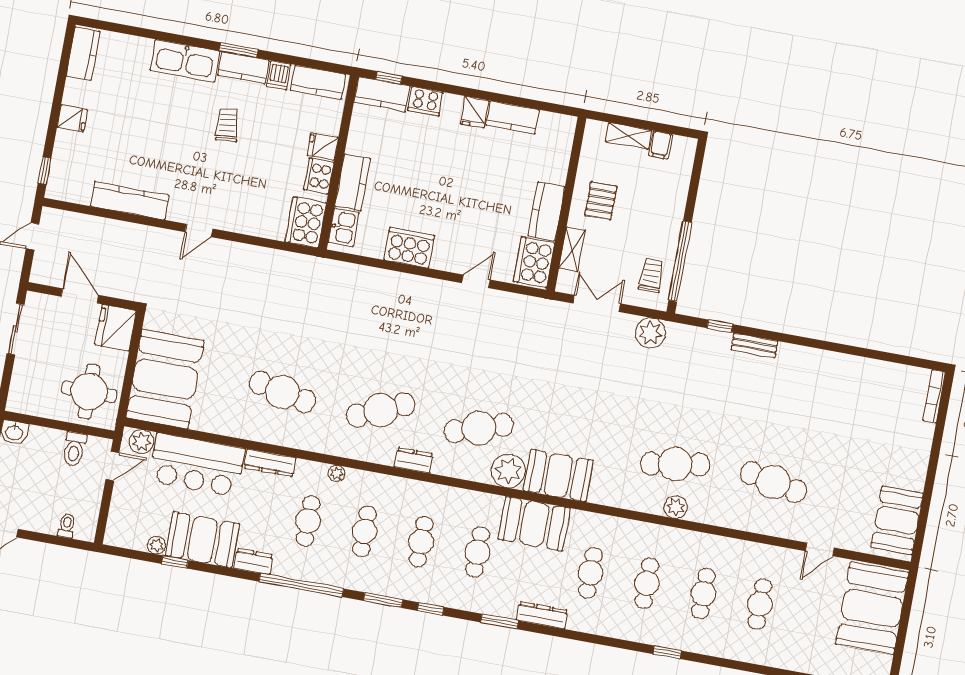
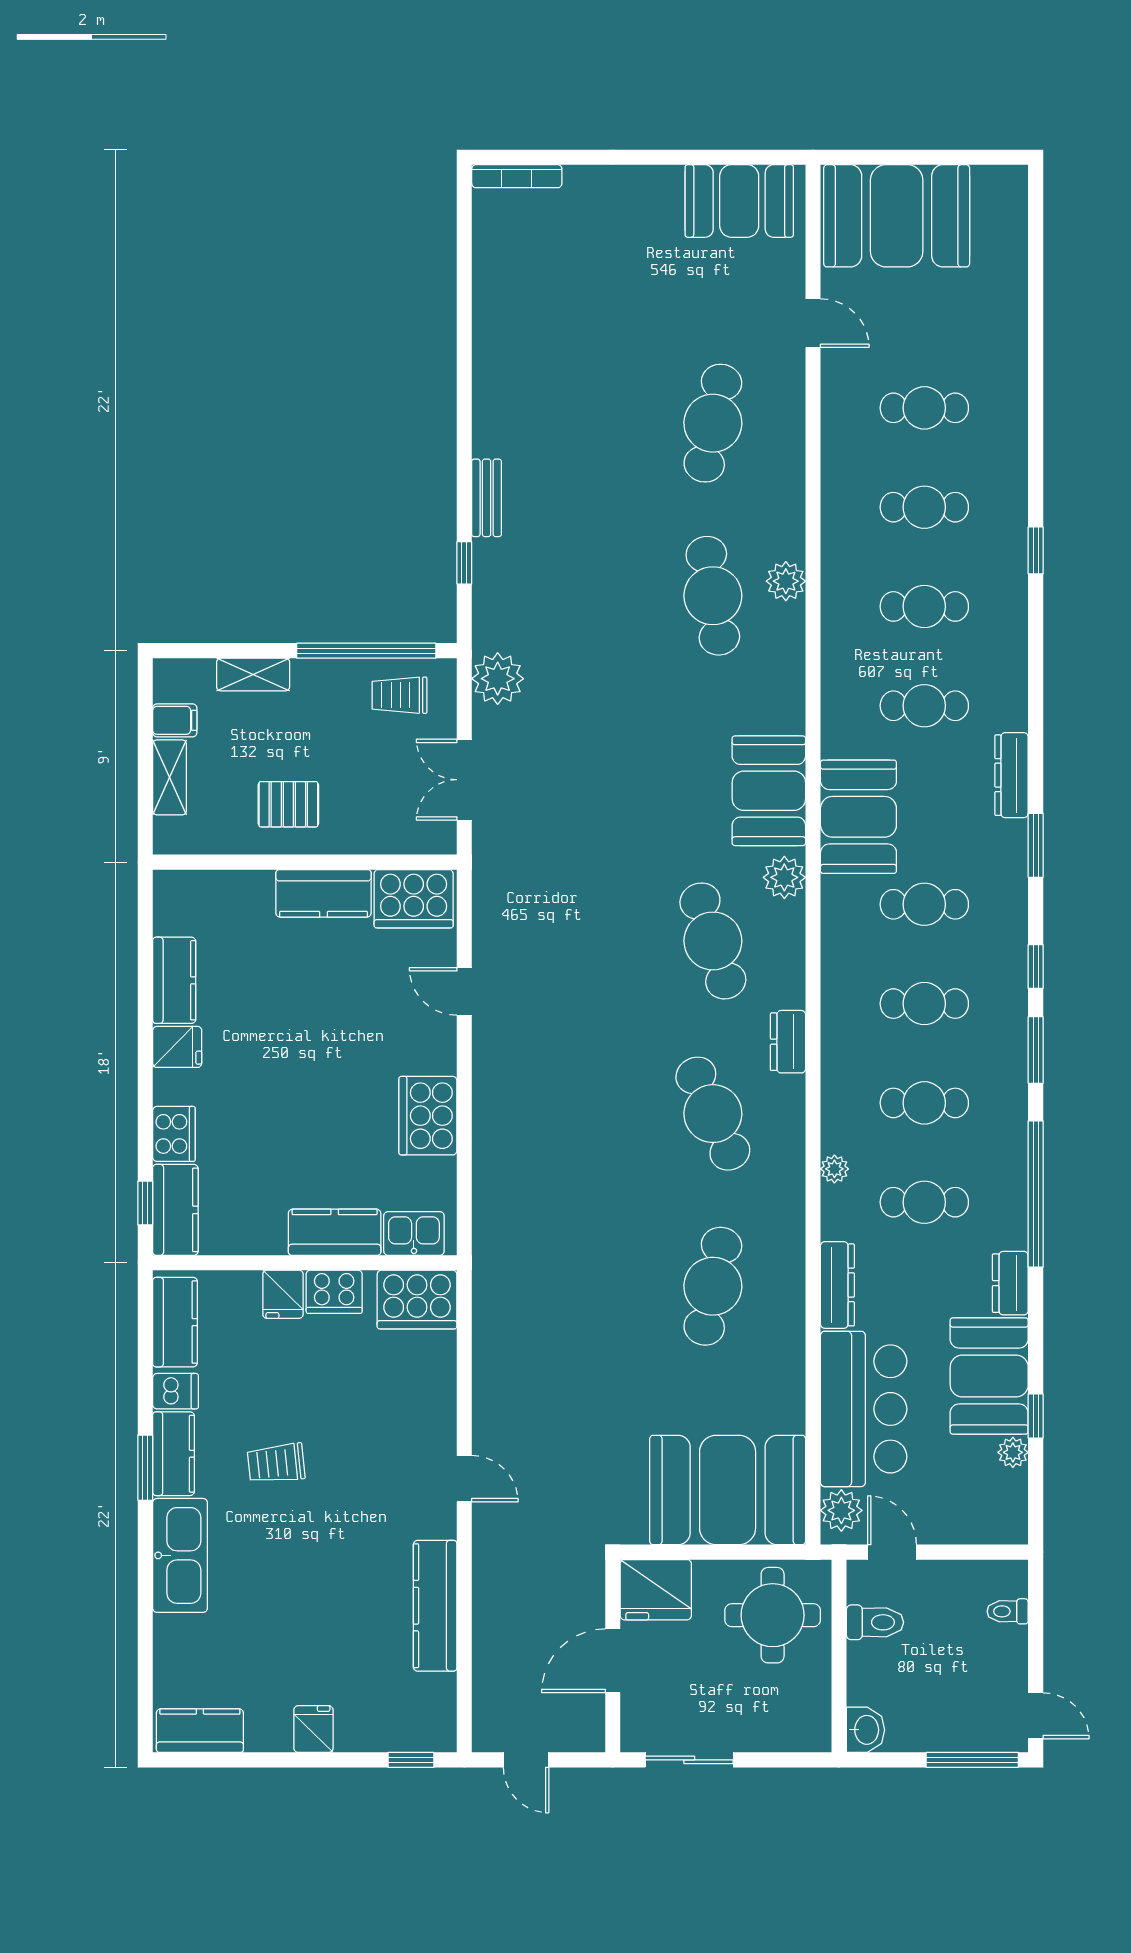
shelving: (572, 249) -> (253, 674), moved
plant: (508, 471) -> (784, 877), width x0.73, depth x0.73

